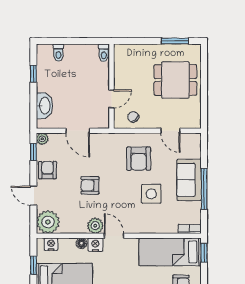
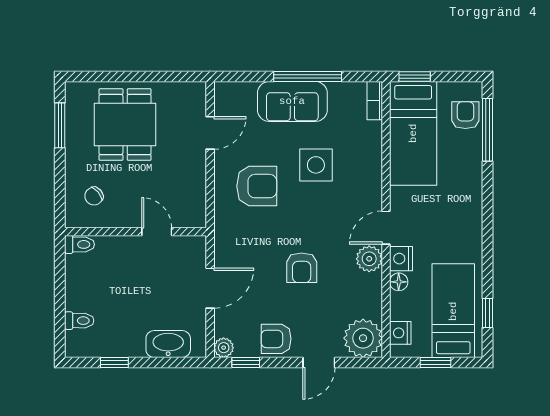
chair: (133, 117) -> (94, 196), moved

